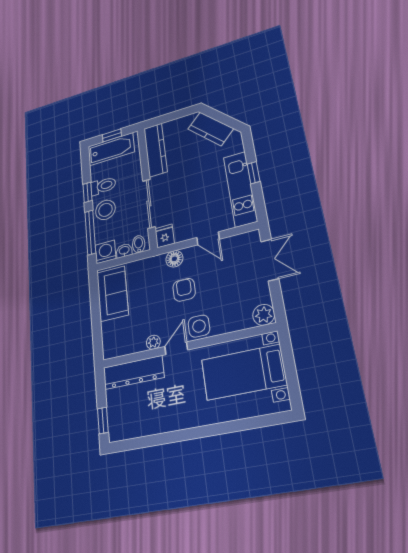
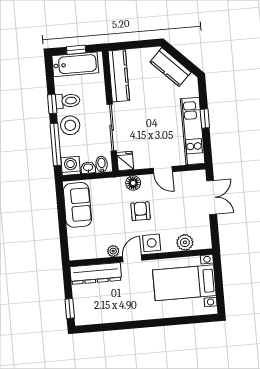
plant: (264, 315) -> (185, 242), moved

